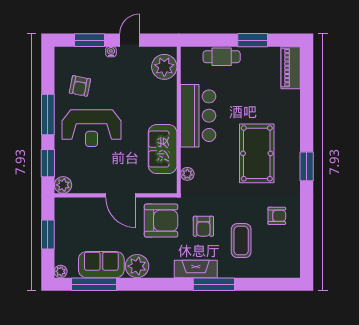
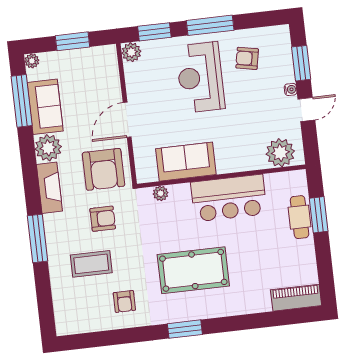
door: (130, 40) -> (306, 109), hinge flipped
window: (253, 40) -> (319, 215), moved
armchair: (203, 226) -> (103, 219), turned 180
fireplace: (196, 269) -> (49, 188), moved

